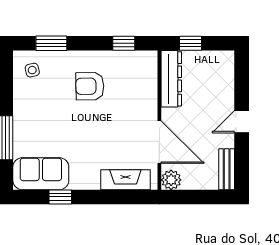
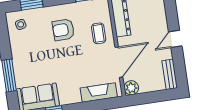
coffee table: (137, 98) -> (99, 33), added
door: (159, 142) -> (119, 62), hinge flipped

